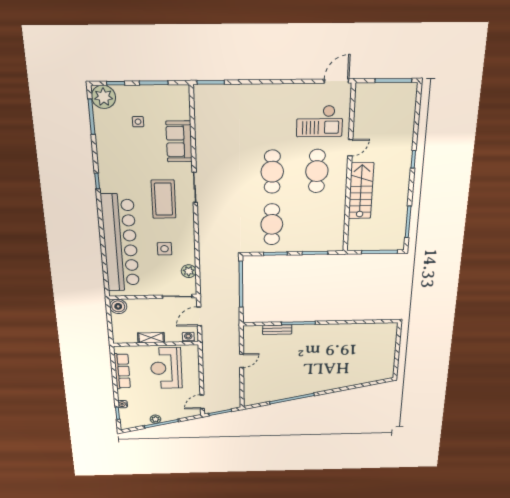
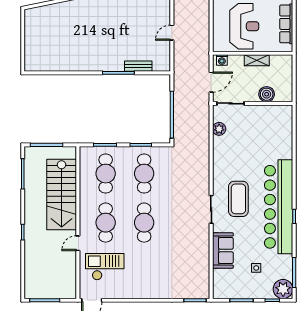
stairs: (361, 191) -> (62, 194), width x1.36, depth x1.51
cafe table: (315, 224) -> (106, 174), added
bar counter: (120, 243) -> (279, 207), moved
side table: (165, 249) -> (240, 152), removed
boiler: (118, 306) -> (267, 94), moved

